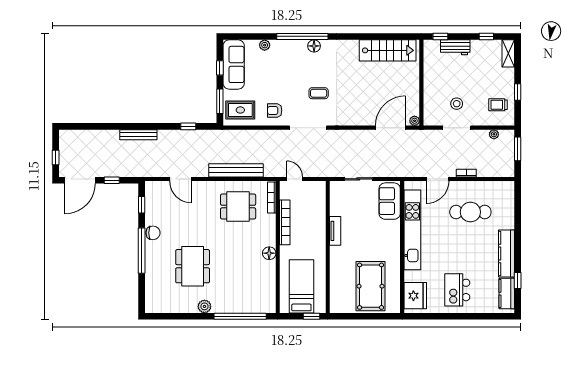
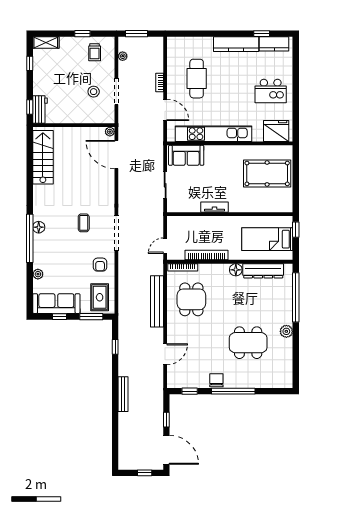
workbench: (455, 47) -> (40, 109), moved
dresser: (268, 282) -> (263, 271), added

